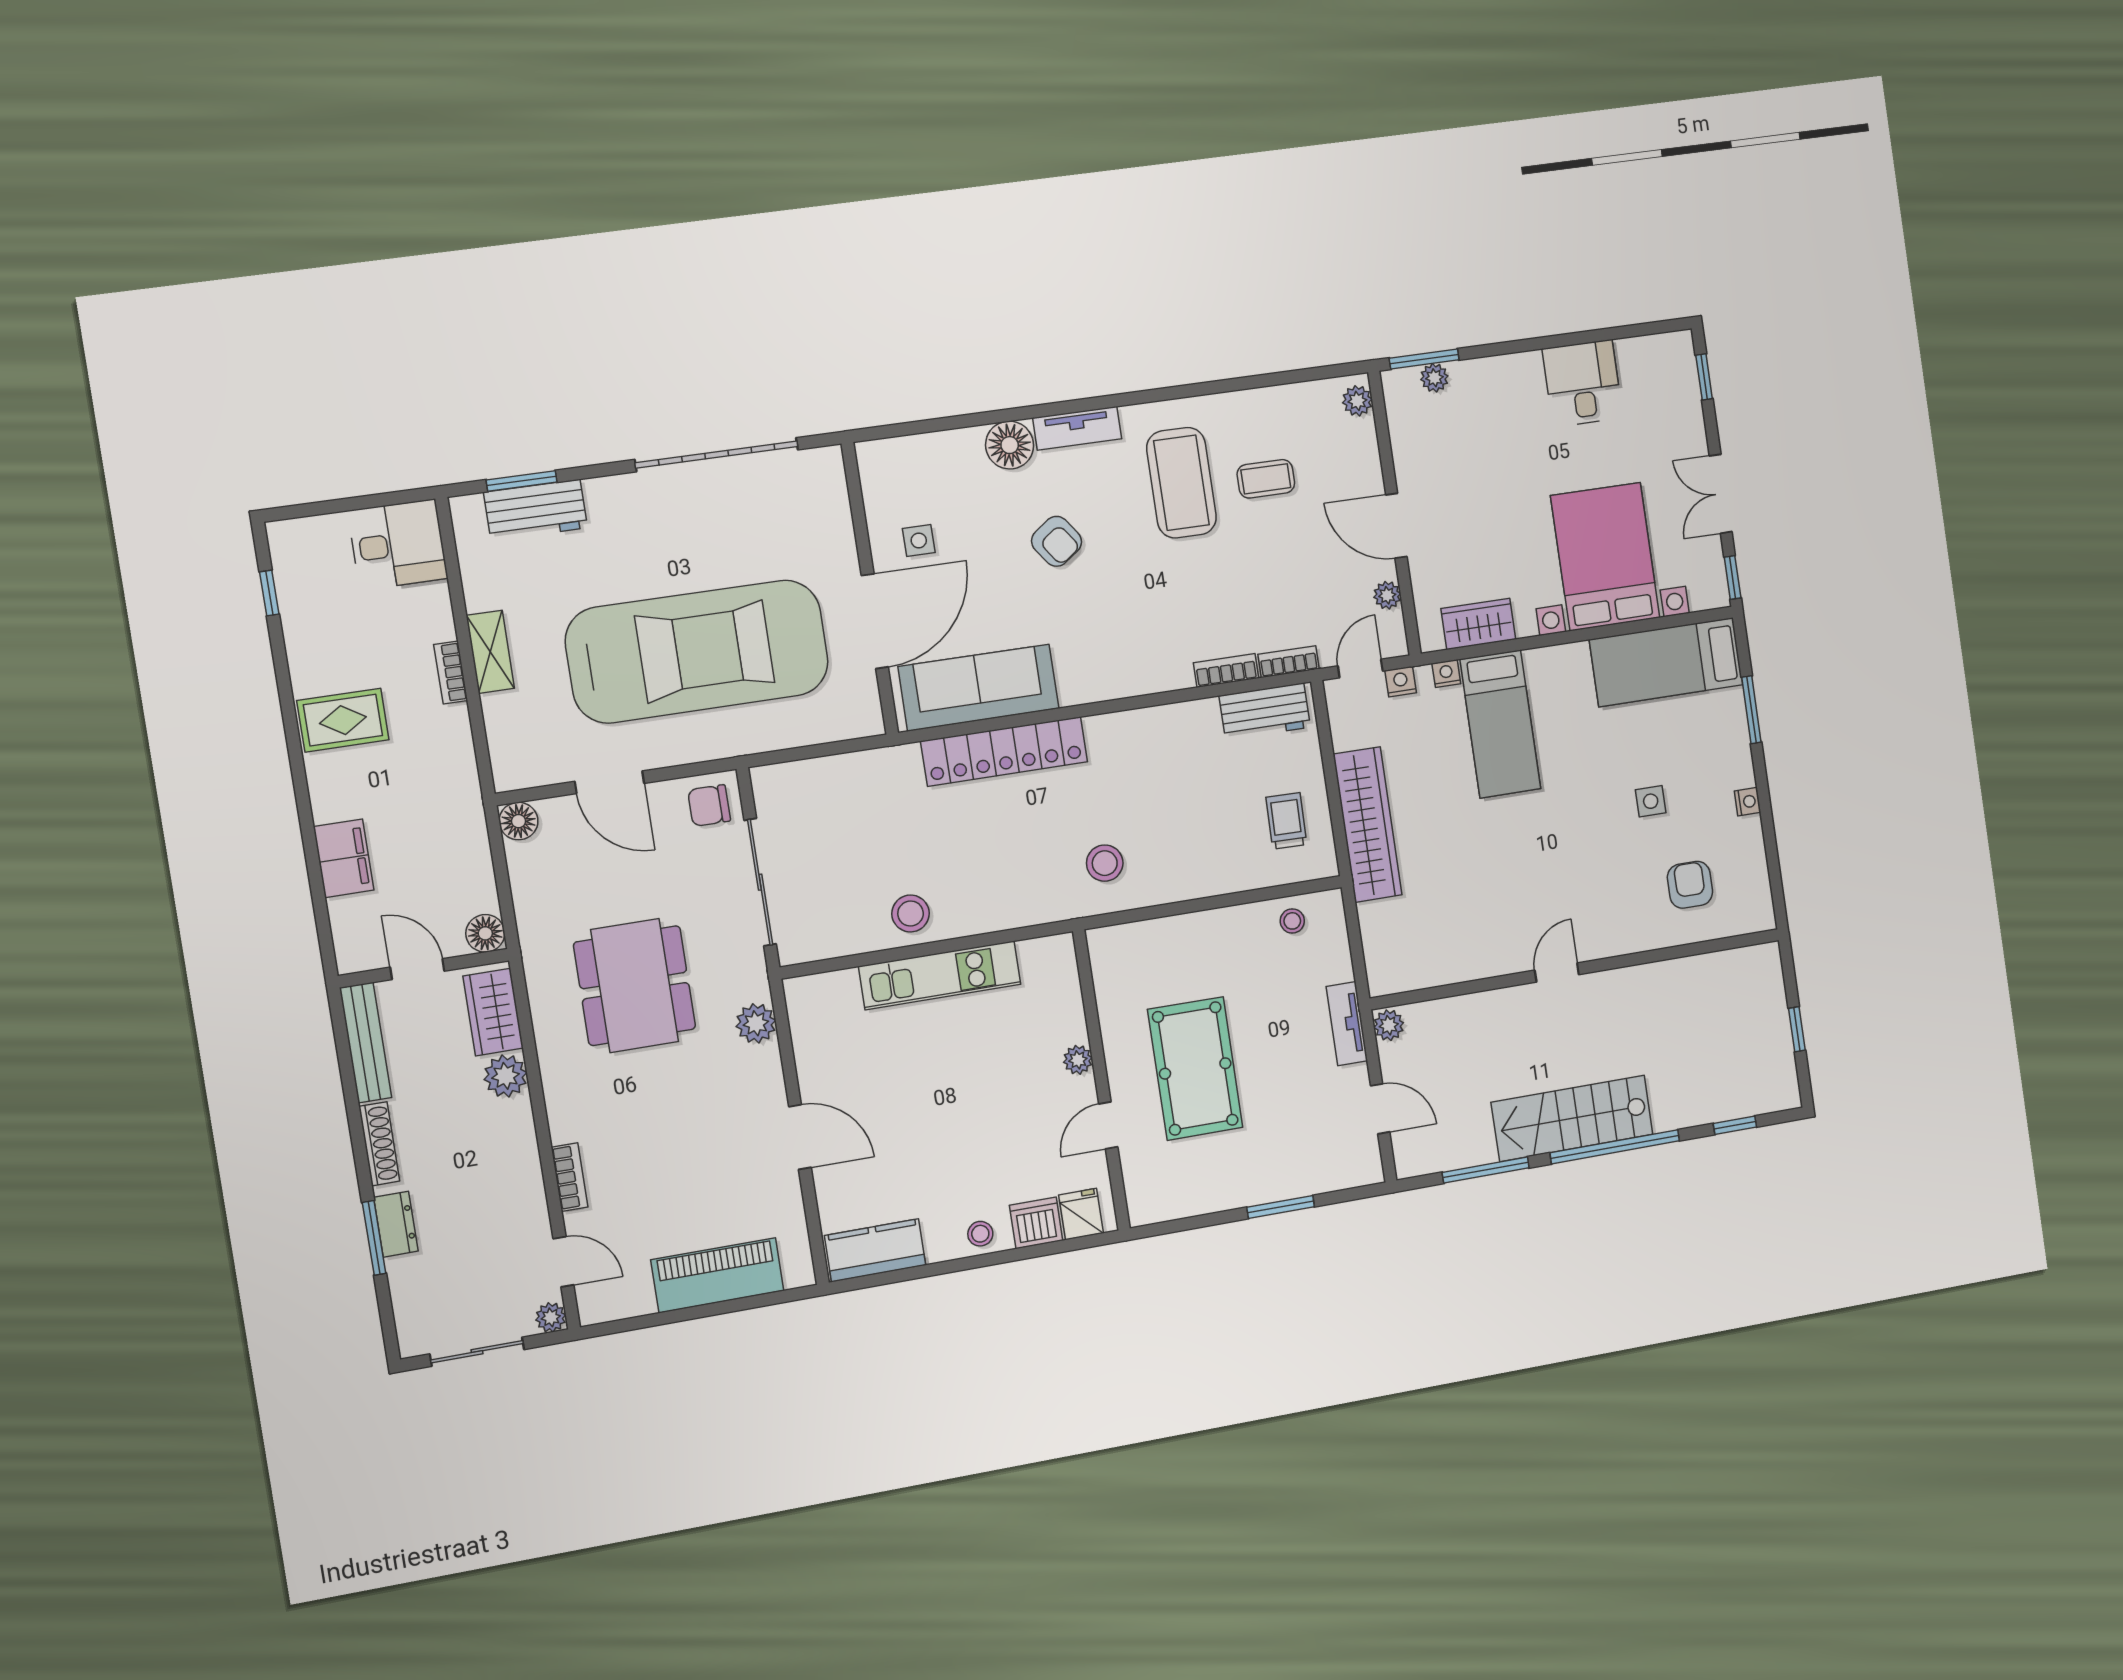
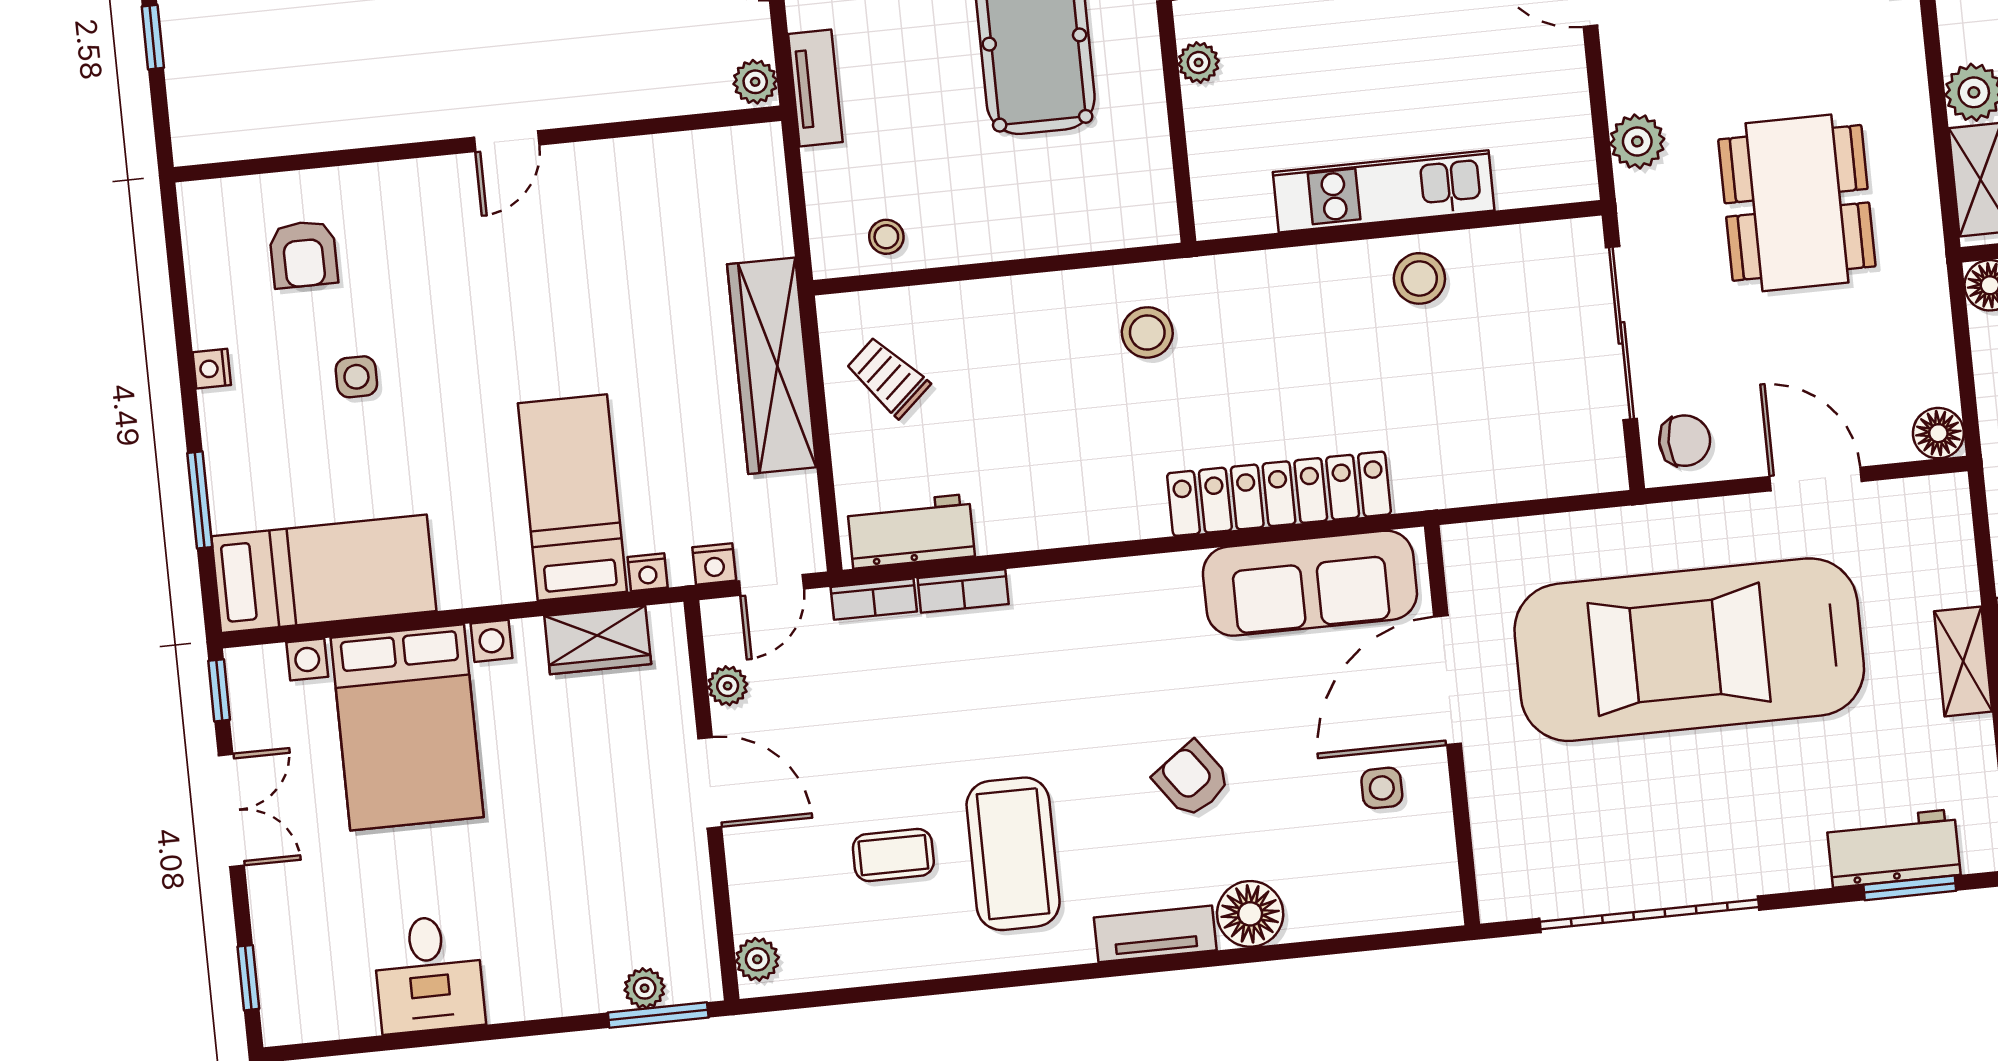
trolley: (1286, 821) -> (888, 377), turned 137

